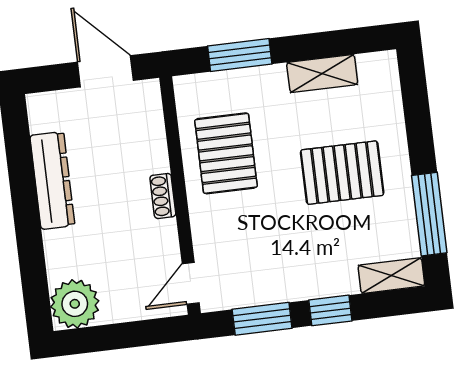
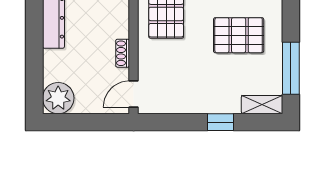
shoe rack: (163, 196) -> (123, 53), moved
window: (262, 319) -> (176, 122), removed

